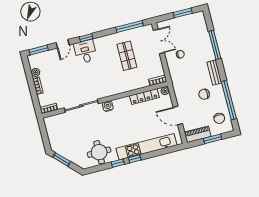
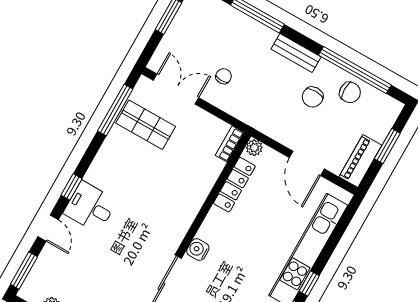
shop shelf: (127, 56) -> (146, 125), moved
door: (178, 116) -> (307, 163), hinge flipped
chair: (219, 118) -> (350, 92), moved

